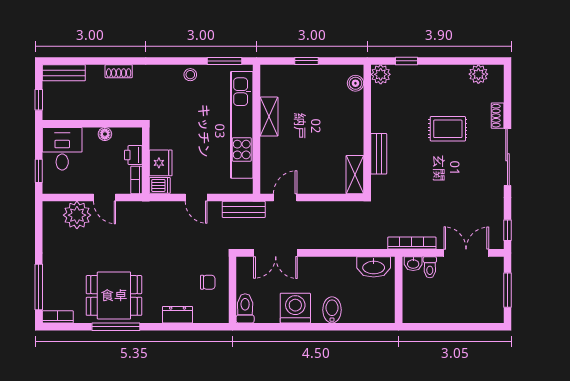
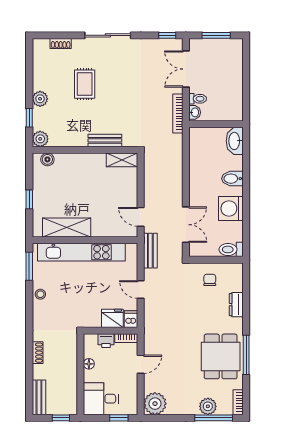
plant: (478, 74) -> (40, 99), moved
shoe rack: (498, 116) -> (61, 43), moved
shelving: (269, 117) -> (67, 228), width x1.50, depth x1.33
door: (196, 198) -> (141, 289), swing flipped
plant: (77, 215) -> (155, 404), moved
washbasin: (374, 267) -> (235, 141), moved, turned 180
plant: (53, 280) -> (208, 406), added

